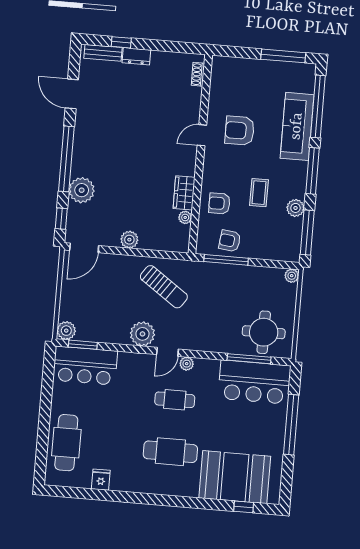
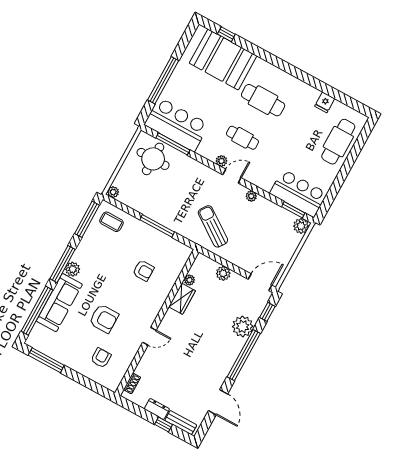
shoe rack: (198, 74) -> (132, 383), moved
door: (202, 135) -> (149, 336), moved
wall: (200, 154) -> (157, 323), moved
wardrobe: (184, 193) -> (182, 299), moved
coffee table: (259, 193) -> (111, 222), moved, turned 90
plant: (295, 208) -> (73, 269), moved
plant: (185, 217) -> (189, 280), moved
armchair: (230, 241) -> (101, 358), moved, turned -97
plant: (142, 334) -> (251, 196), width x0.53, depth x0.53

